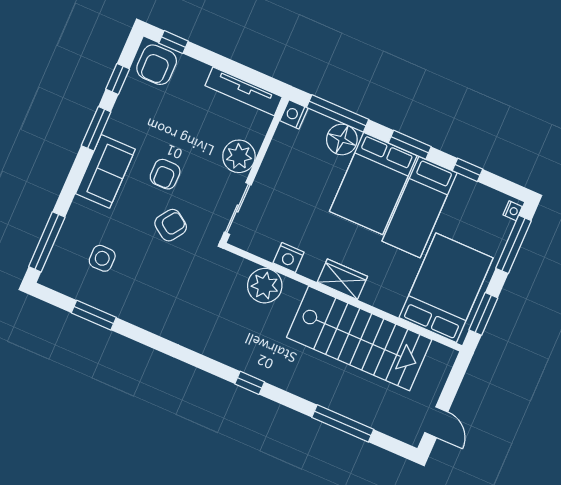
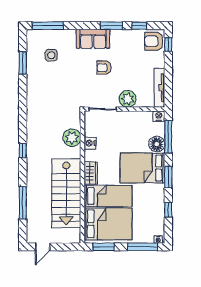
bed: (419, 207) -> (108, 196), moved, turned 180
armchair: (171, 225) -> (81, 81), removed

